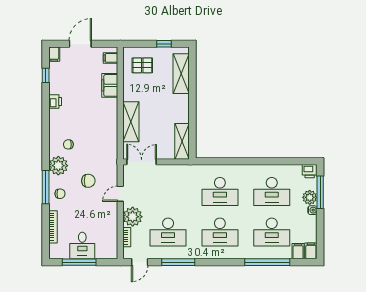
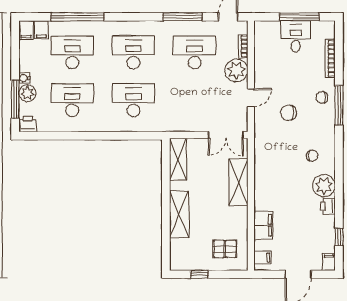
shelving: (181, 74) -> (179, 214), moved
plant: (58, 166) -> (324, 186), moved

